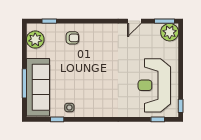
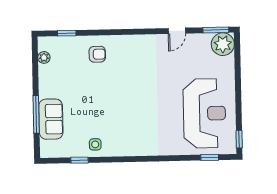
plant: (35, 40) -> (44, 57), width x0.53, depth x0.53
reception desk: (154, 85) -> (204, 113), turned 180
sofa: (38, 87) -> (51, 119), width x0.54, depth x0.79

